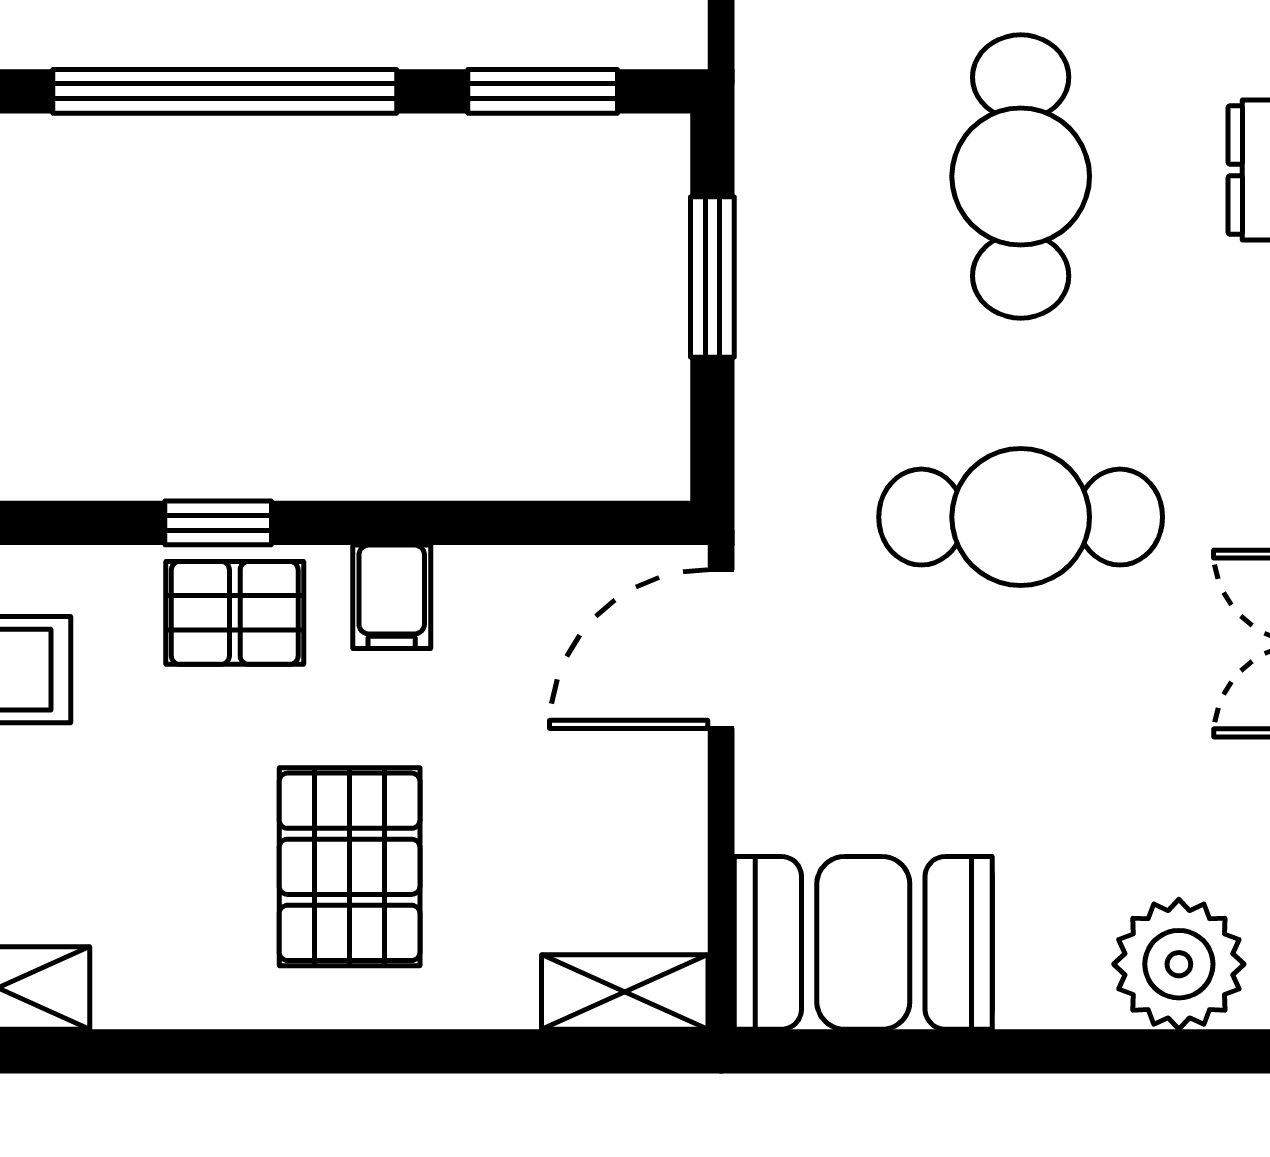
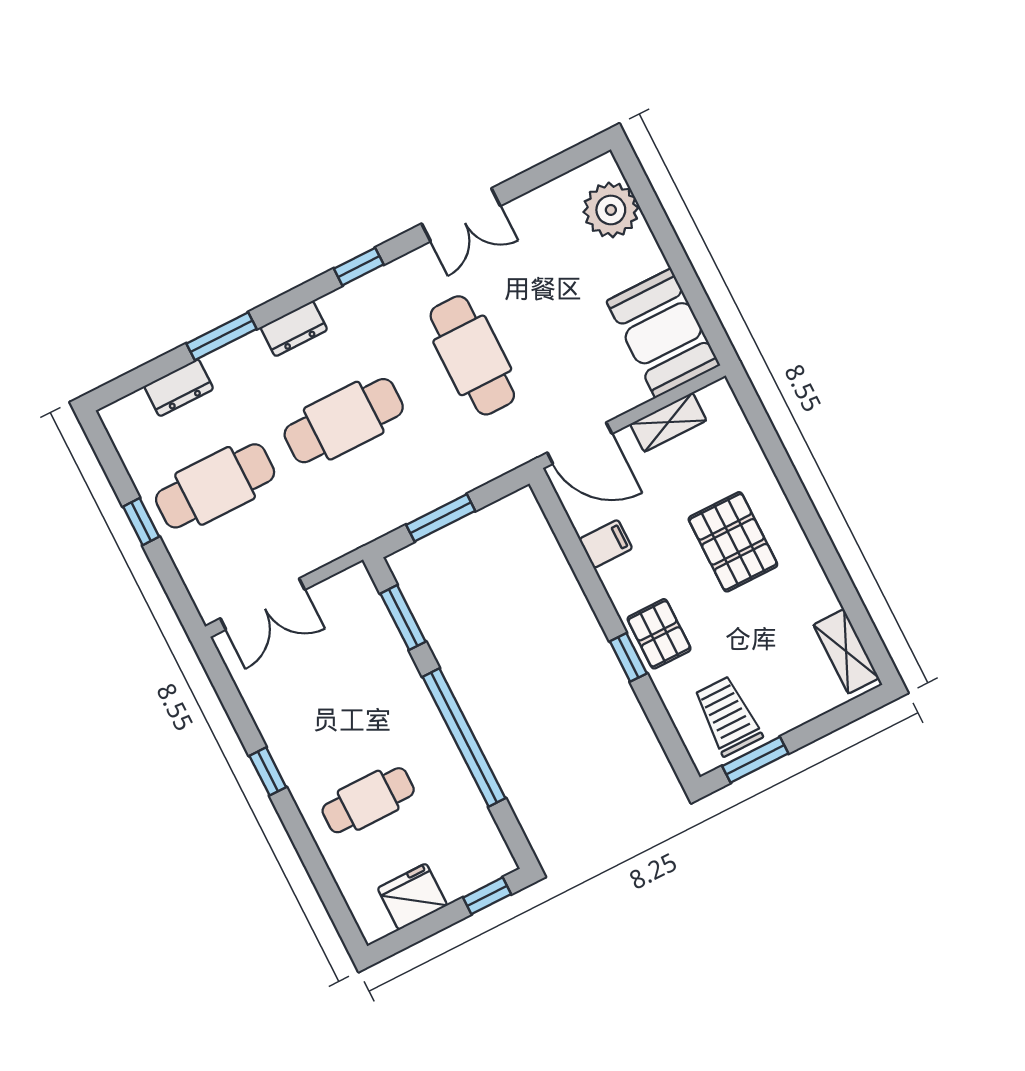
filing cabinet: (392, 597) -> (606, 544), moved
pallet: (350, 867) -> (733, 542), turned 90
shelving: (625, 992) -> (668, 422), moved, turned 90

